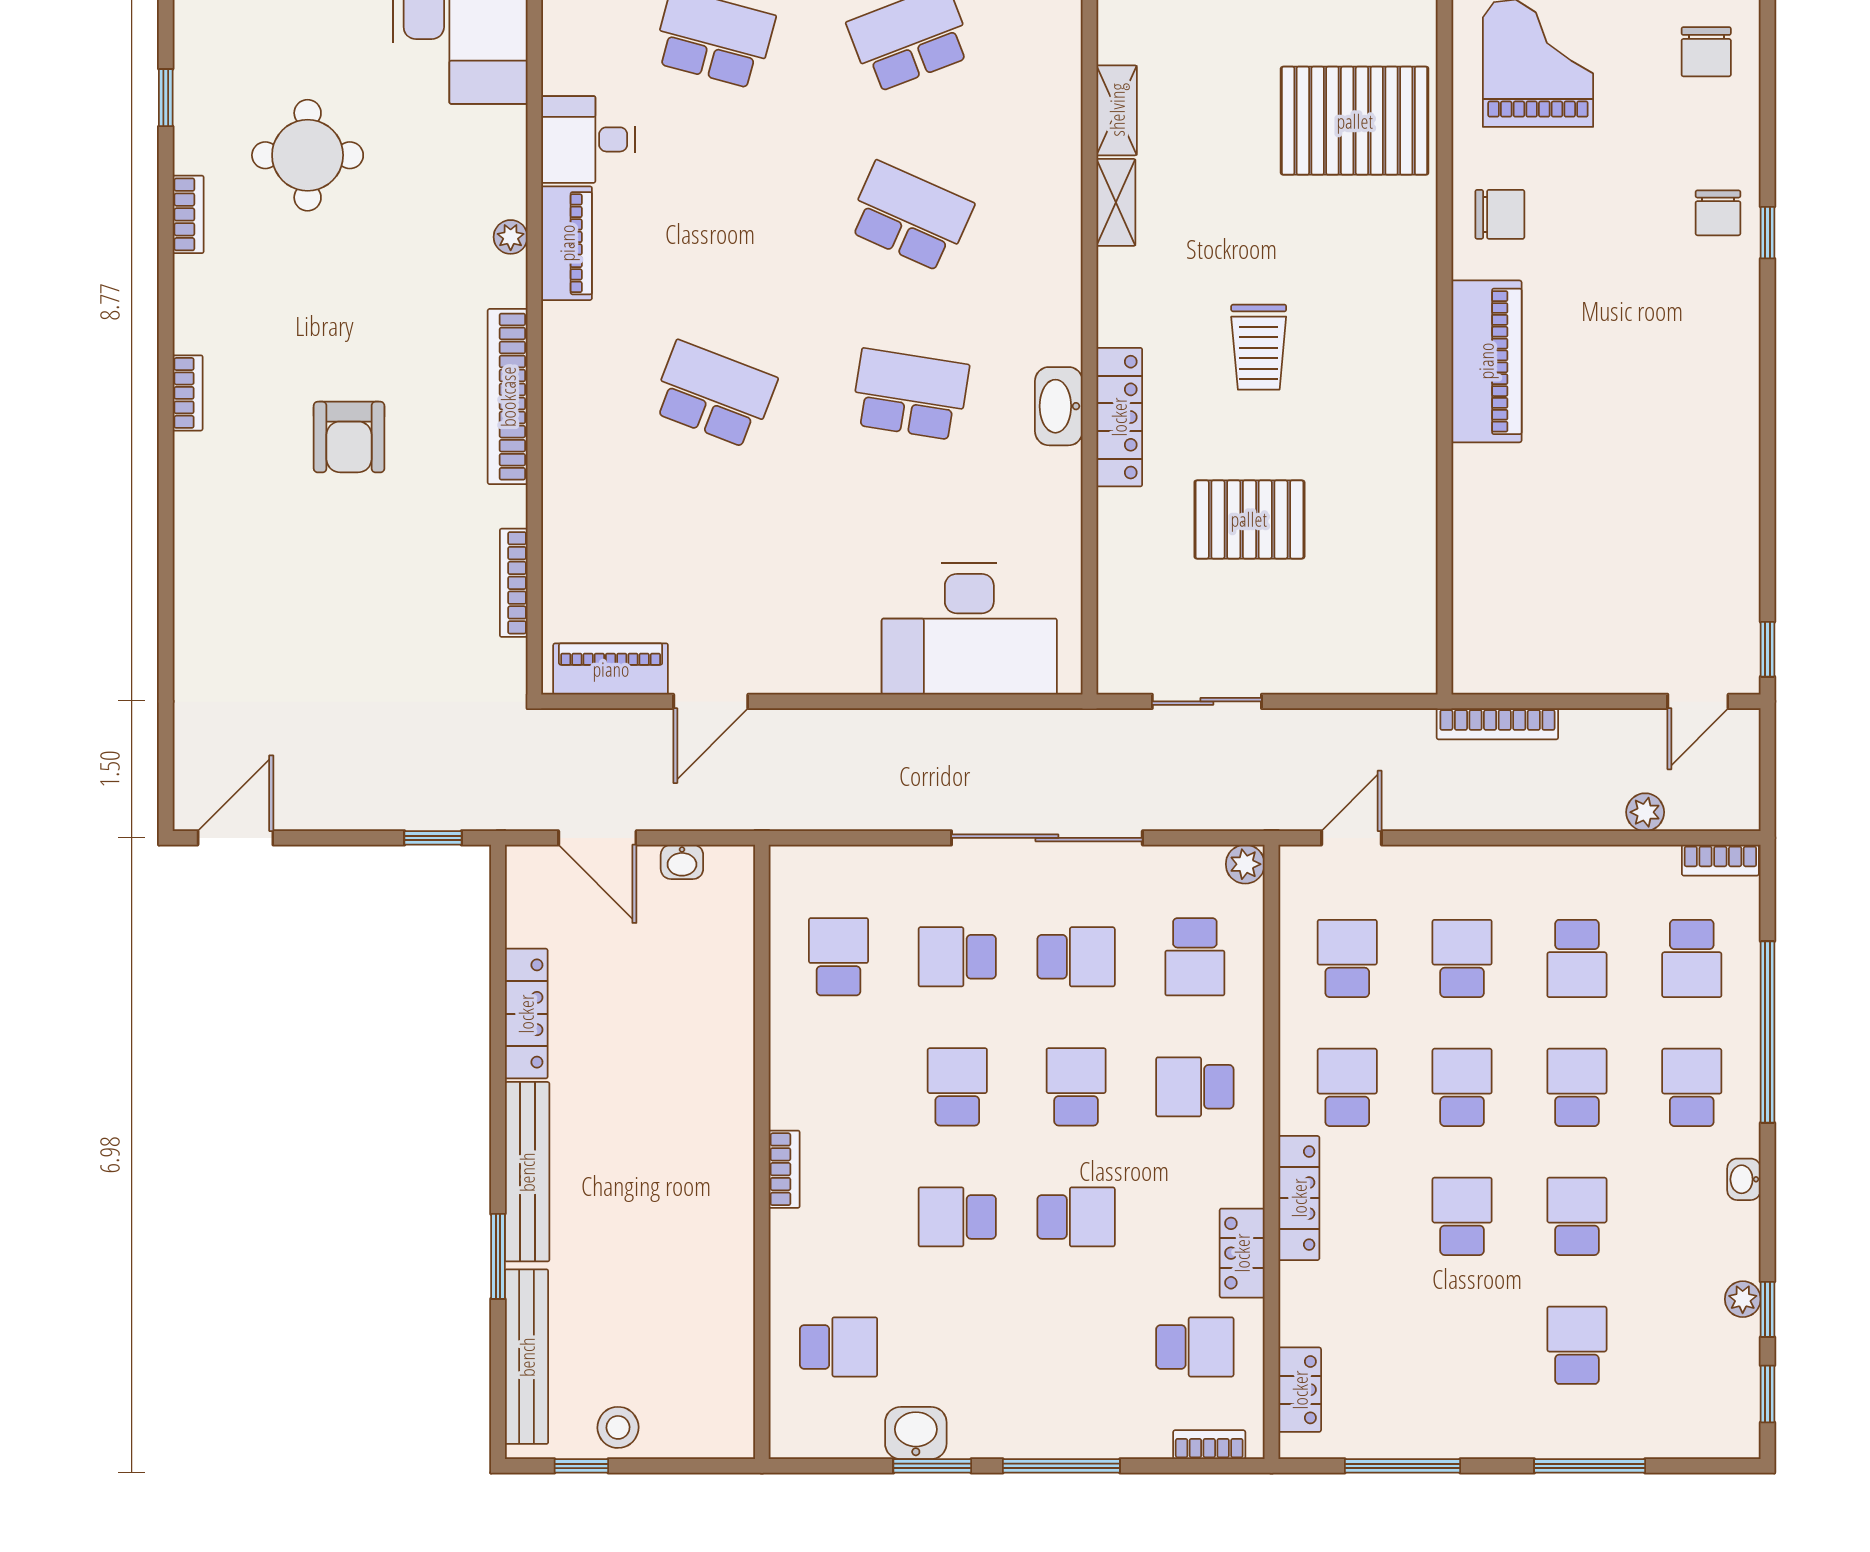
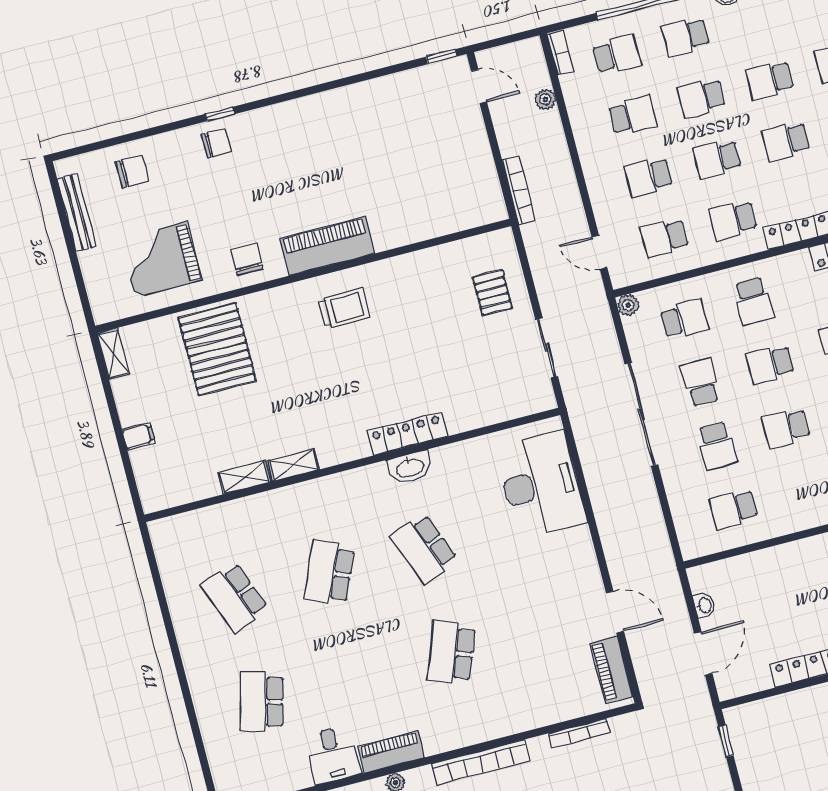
trolley: (1259, 347) -> (344, 308), moved
school desk: (910, 394) -> (424, 548), turned -30
pallet: (1249, 519) -> (492, 292), moved, width x0.67, depth x0.71

